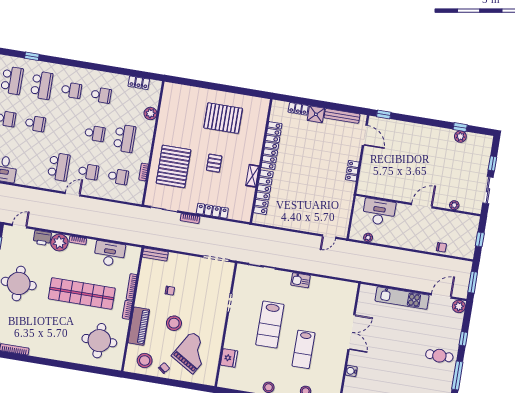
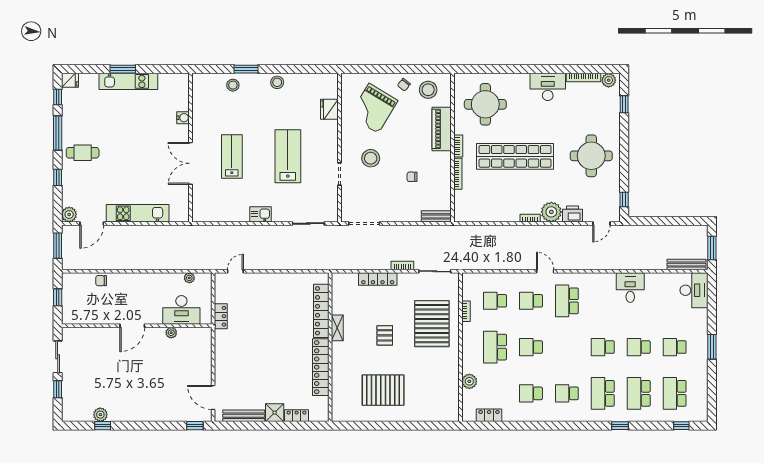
locker: (352, 171) -> (221, 316), moved
door: (73, 194) -> (545, 271), swing flipped
plant: (454, 205) -> (171, 333), moved
desk: (110, 254) -> (548, 87), moved, turned 180
stool: (174, 323) -> (371, 158), moved
lab bench: (303, 349) -> (232, 157), moved

